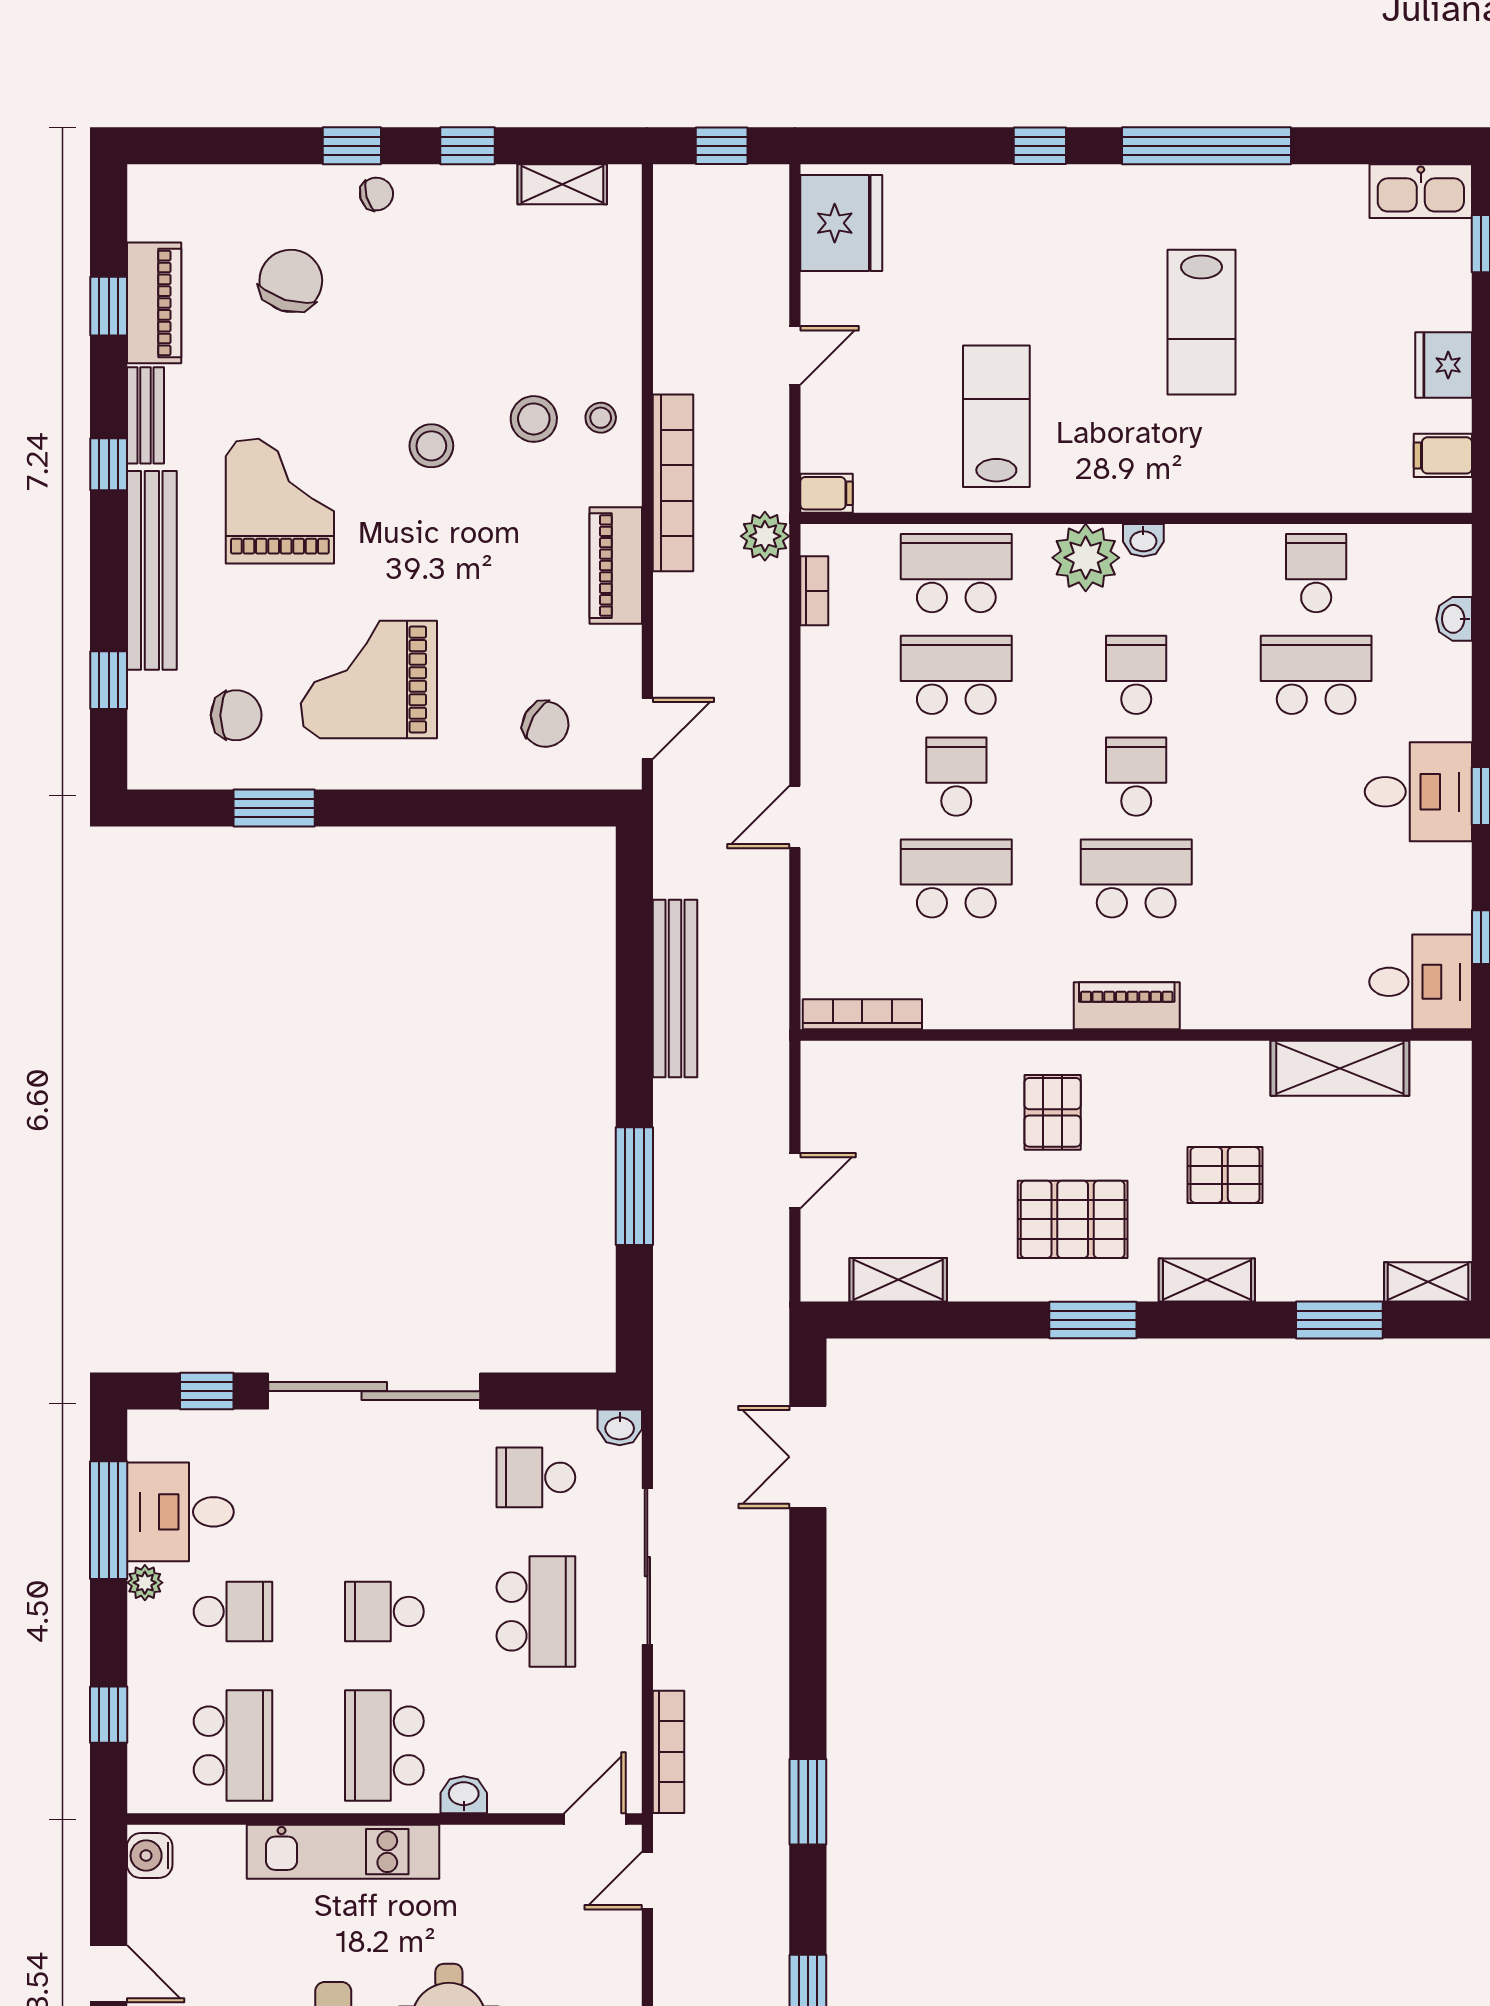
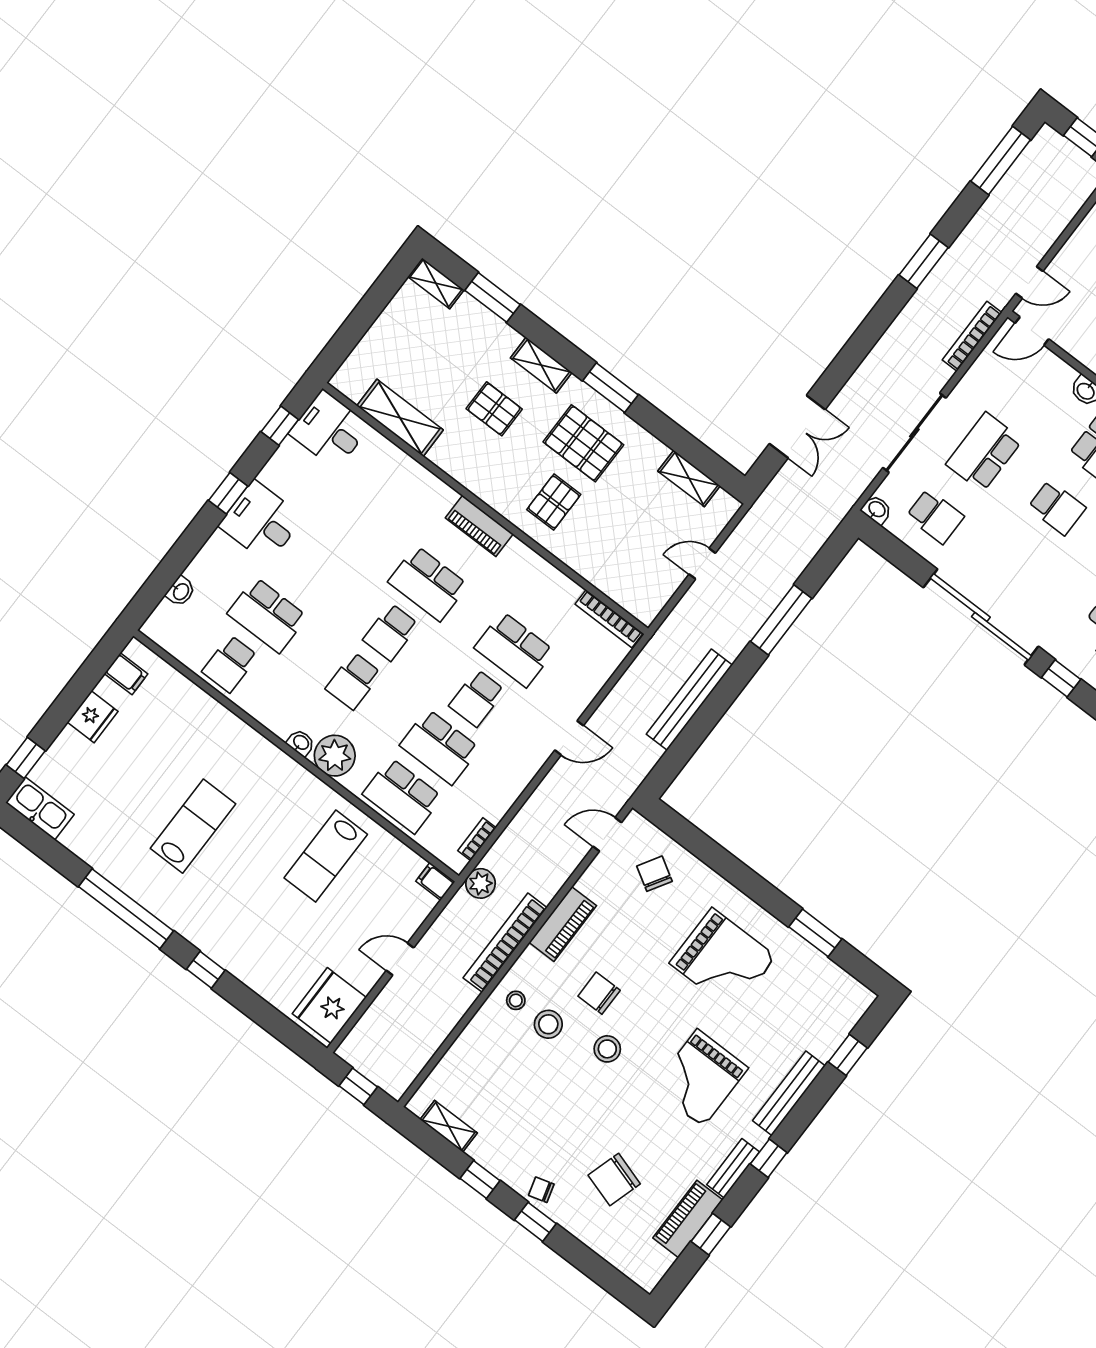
bench: (152, 570) -> (789, 1093), width x0.73, depth x0.82
chair: (236, 715) -> (599, 993), moved

